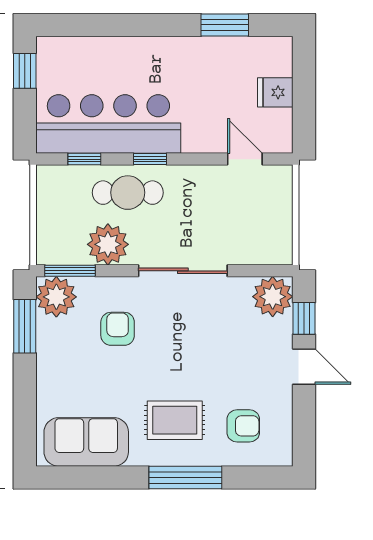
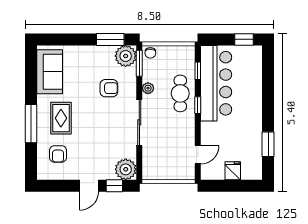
plant: (108, 244) -> (148, 88), width x0.53, depth x0.53
chair: (50, 250) -> (150, 53), added

